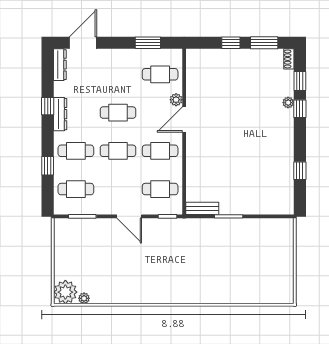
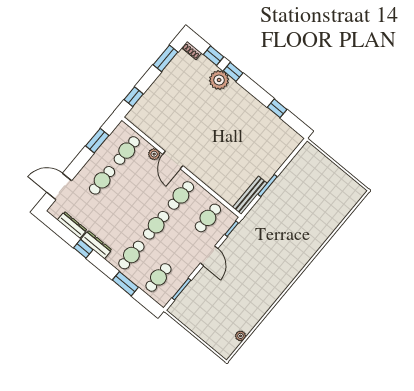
door: (83, 43) -> (59, 187), hinge flipped
window: (231, 43) -> (134, 97), moved
dresser: (60, 65) -> (72, 225), moved
plant: (288, 103) -> (219, 80), width x1.87, depth x1.87
cafe table: (118, 113) -> (102, 180), moved
window: (48, 166) -> (125, 284), width x1.50
bench: (202, 208) -> (250, 195), width x1.36
door: (129, 216) -> (209, 256), hinge flipped
plant: (65, 292) -> (225, 345), removed

